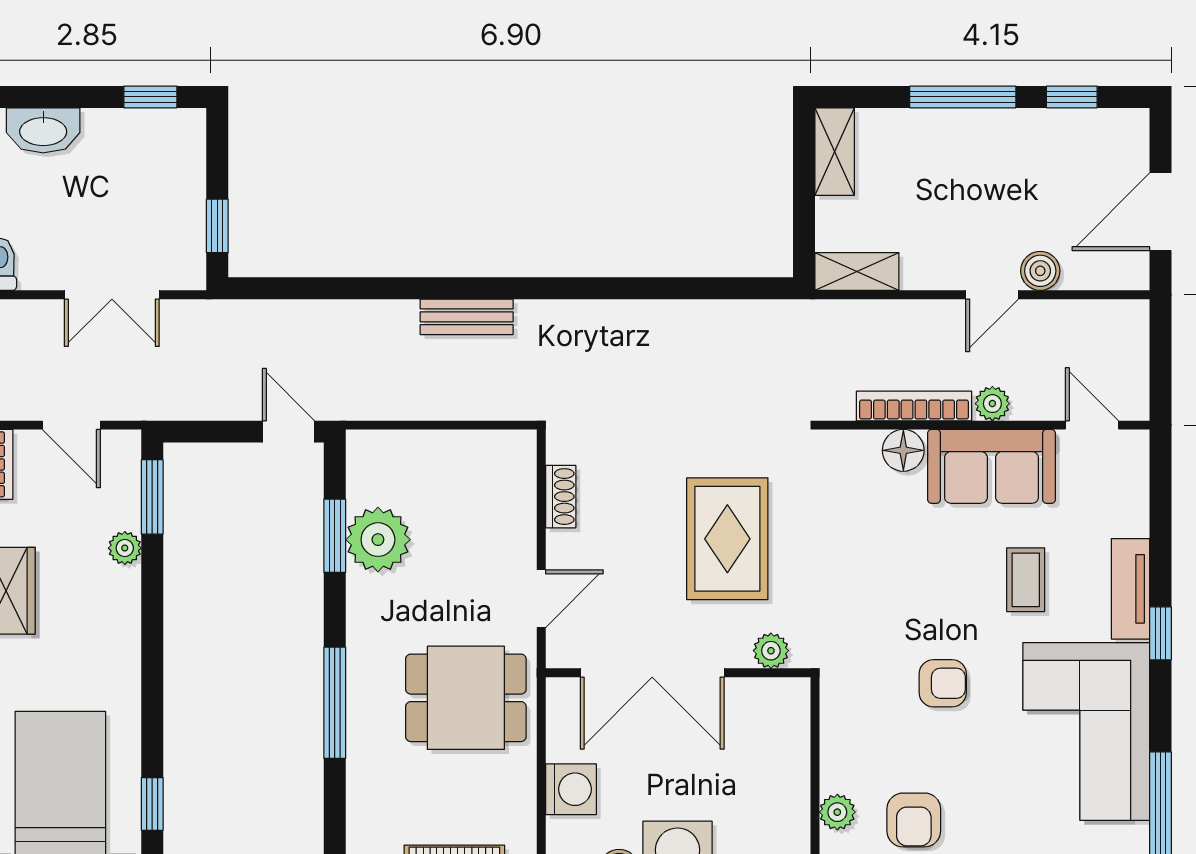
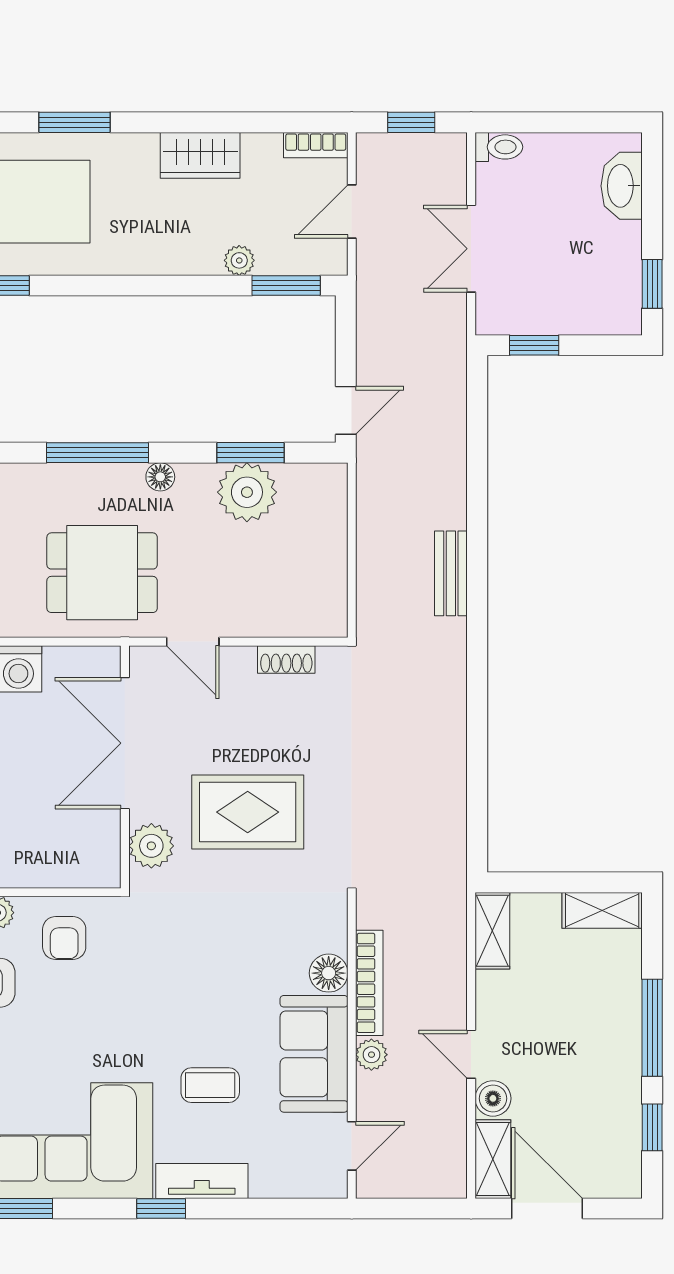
shelving: (1106, 271) -> (493, 1159), added
floor lamp: (361, 634) -> (160, 477), added
plant: (771, 651) -> (151, 846), width x1.38, depth x1.38
armchair: (943, 683) -> (64, 938), moved
dining table: (466, 698) -> (102, 573), turned 90

